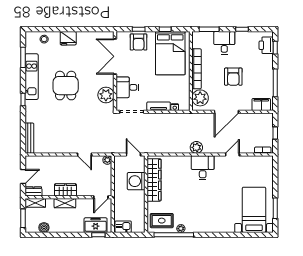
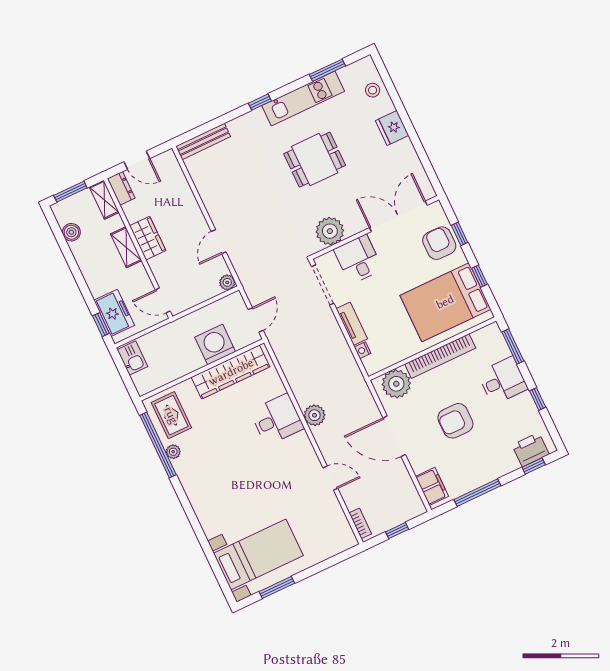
armchair: (139, 42) -> (439, 243), turned 90
desk: (203, 168) -> (277, 420), moved

